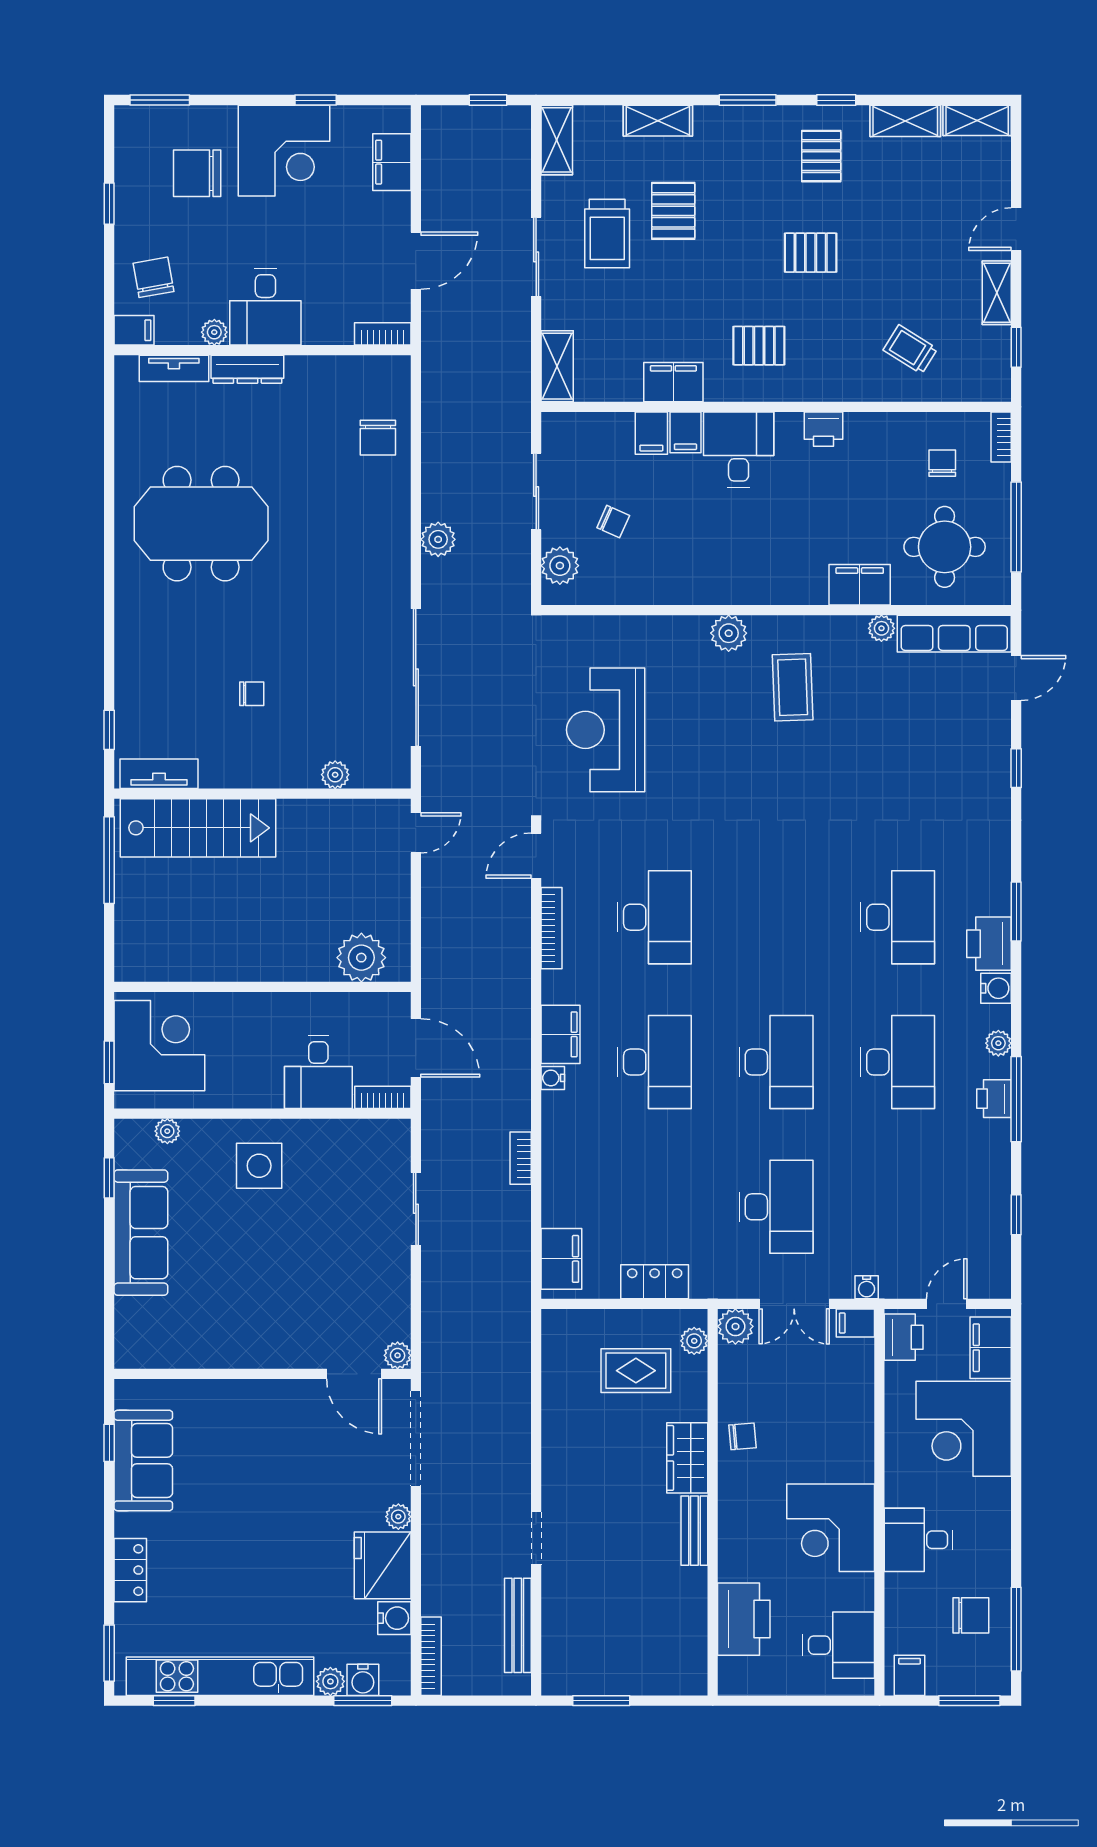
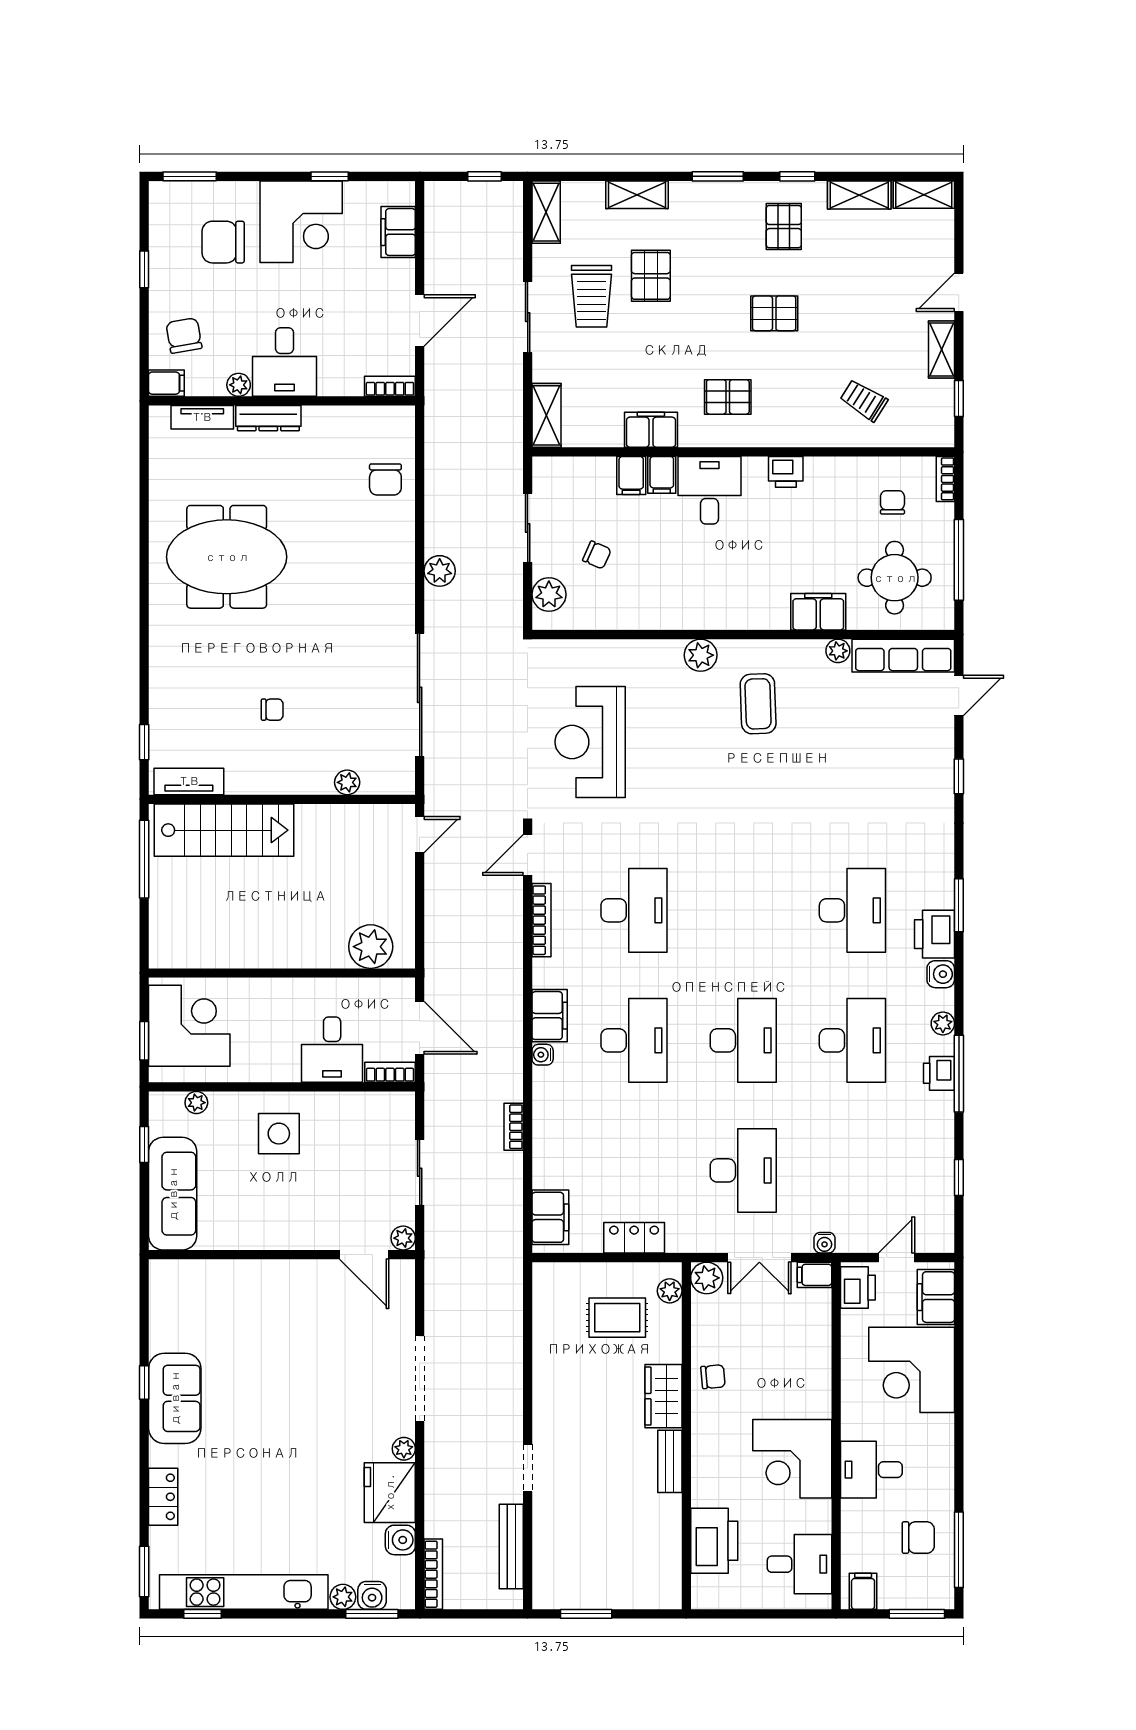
plant: (398, 1355) -> (403, 1238), moved
wall: (263, 1374) -> (282, 1255), moved
door: (354, 1374) -> (364, 1255), moved

